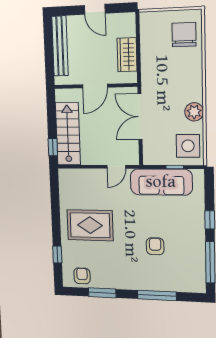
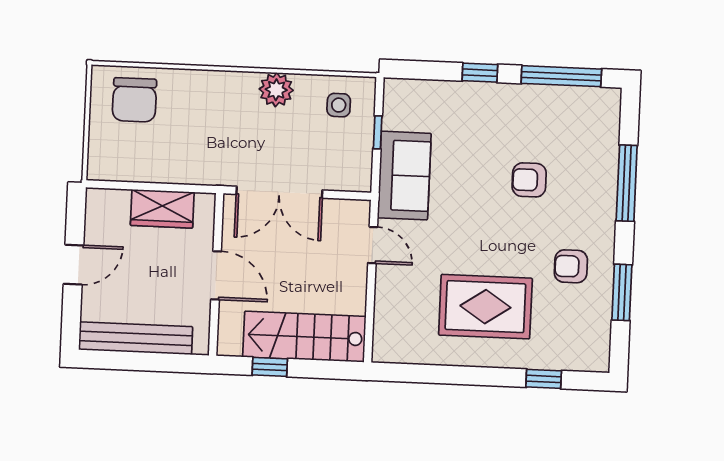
chair: (184, 35) -> (134, 100), turned -90
side table: (188, 146) -> (339, 105), width x0.54, depth x0.54
window: (53, 147) -> (270, 367), moved
sofa: (161, 182) -> (404, 176), width x0.73
rug: (90, 225) -> (485, 307), turned 90
armchair: (82, 276) -> (571, 266), moved

